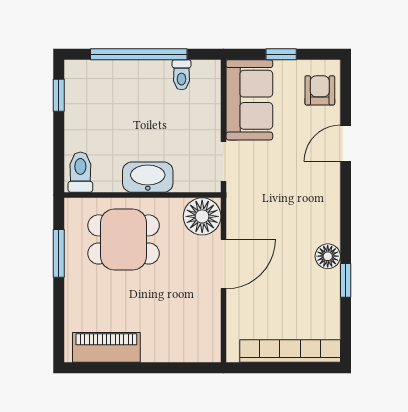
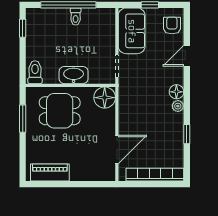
toilet: (182, 75) -> (76, 17), moved
plant: (330, 231) -> (178, 106), added
floor lamp: (328, 256) -> (176, 92), moved
door: (223, 264) -> (117, 149), moved

